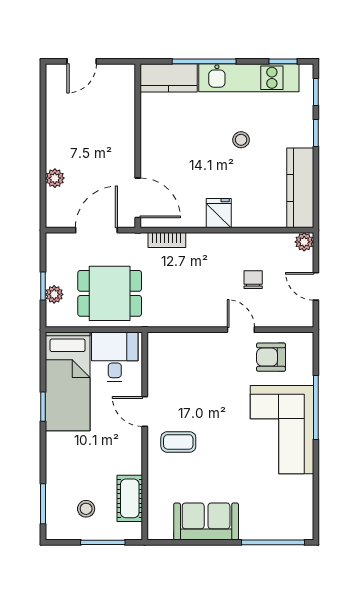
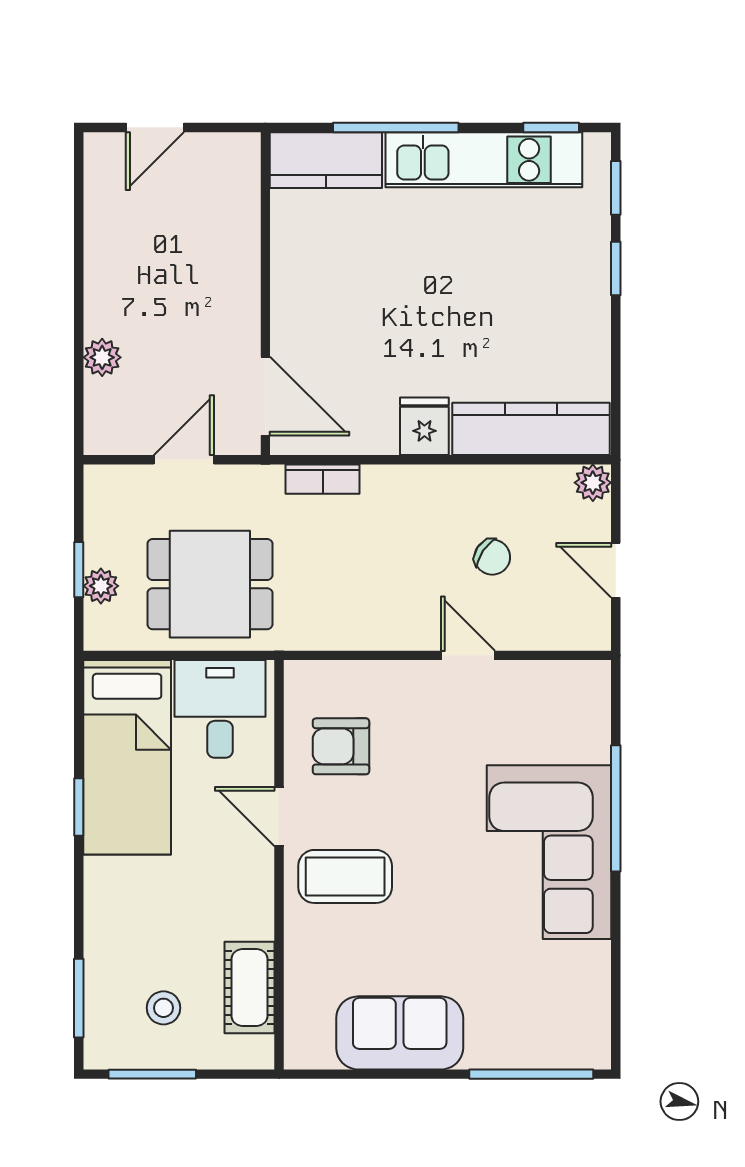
stool: (241, 140) -> (468, 282), removed
kitchen counter: (300, 188) -> (531, 429), moved, turned 90
door: (96, 230) -> (184, 460), width x0.73
chair: (253, 280) -> (492, 557), turned 124
armchair: (271, 357) -> (341, 746), moved
coffee table: (178, 442) -> (345, 876), width x1.36, depth x1.30
window: (103, 542) -> (152, 1074), moved

